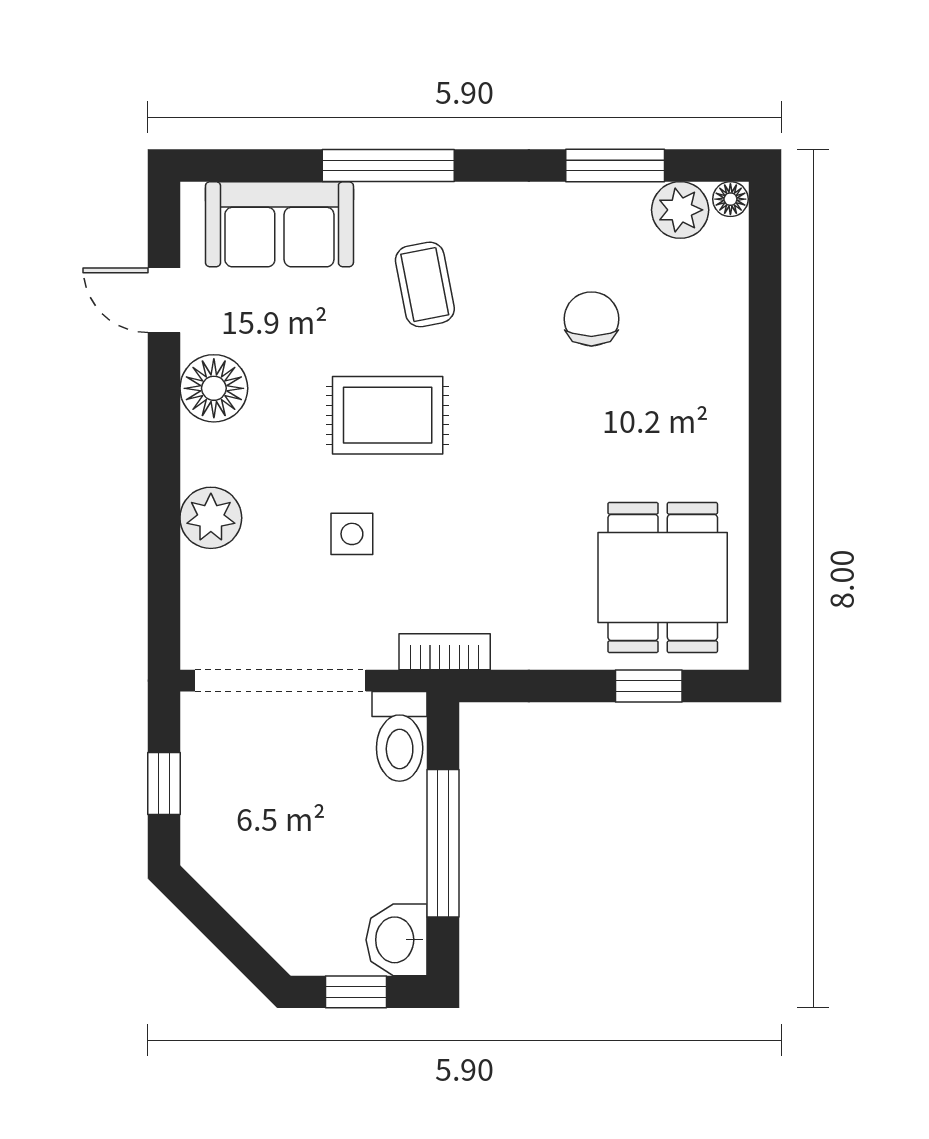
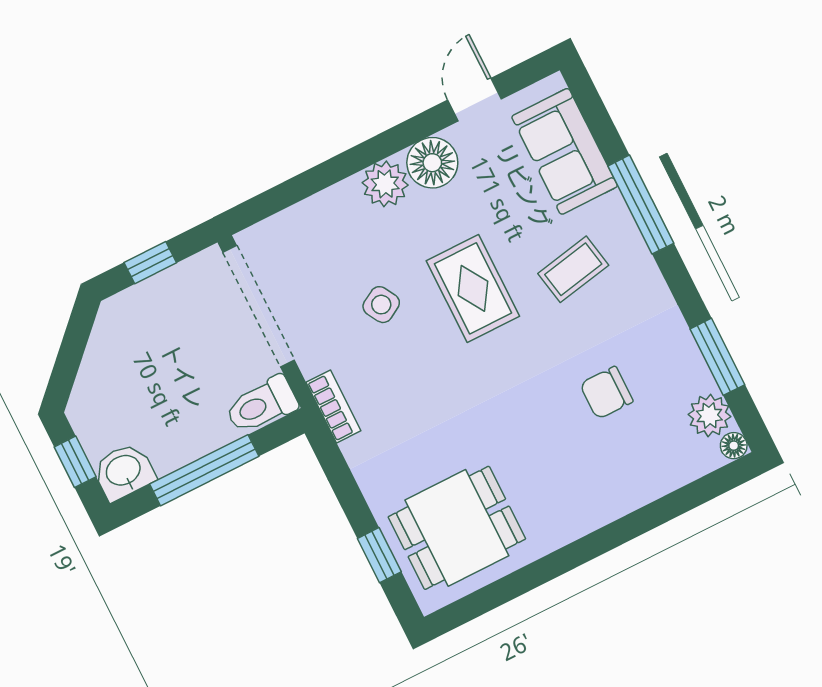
chair: (591, 319) -> (606, 393), turned 180
plant: (211, 518) -> (385, 184), moved
side table: (352, 534) -> (381, 305), turned -30

